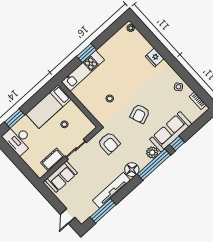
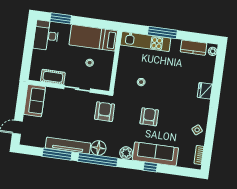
kitchen counter: (116, 39) -> (194, 48), added
window: (87, 53) -> (162, 32), width x1.44
armchair: (140, 114) -> (149, 117), turned 111
armchair: (109, 143) -> (105, 112), turned 180
window: (154, 165) -> (98, 160), moved
sofa: (61, 177) -> (35, 101), moved, turned -90
window: (103, 211) -> (57, 154), moved

